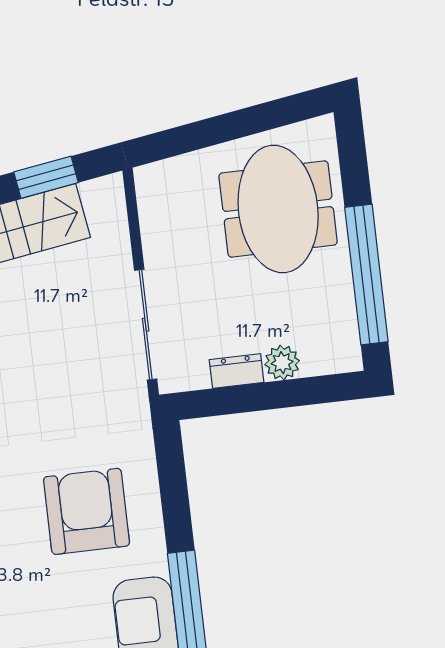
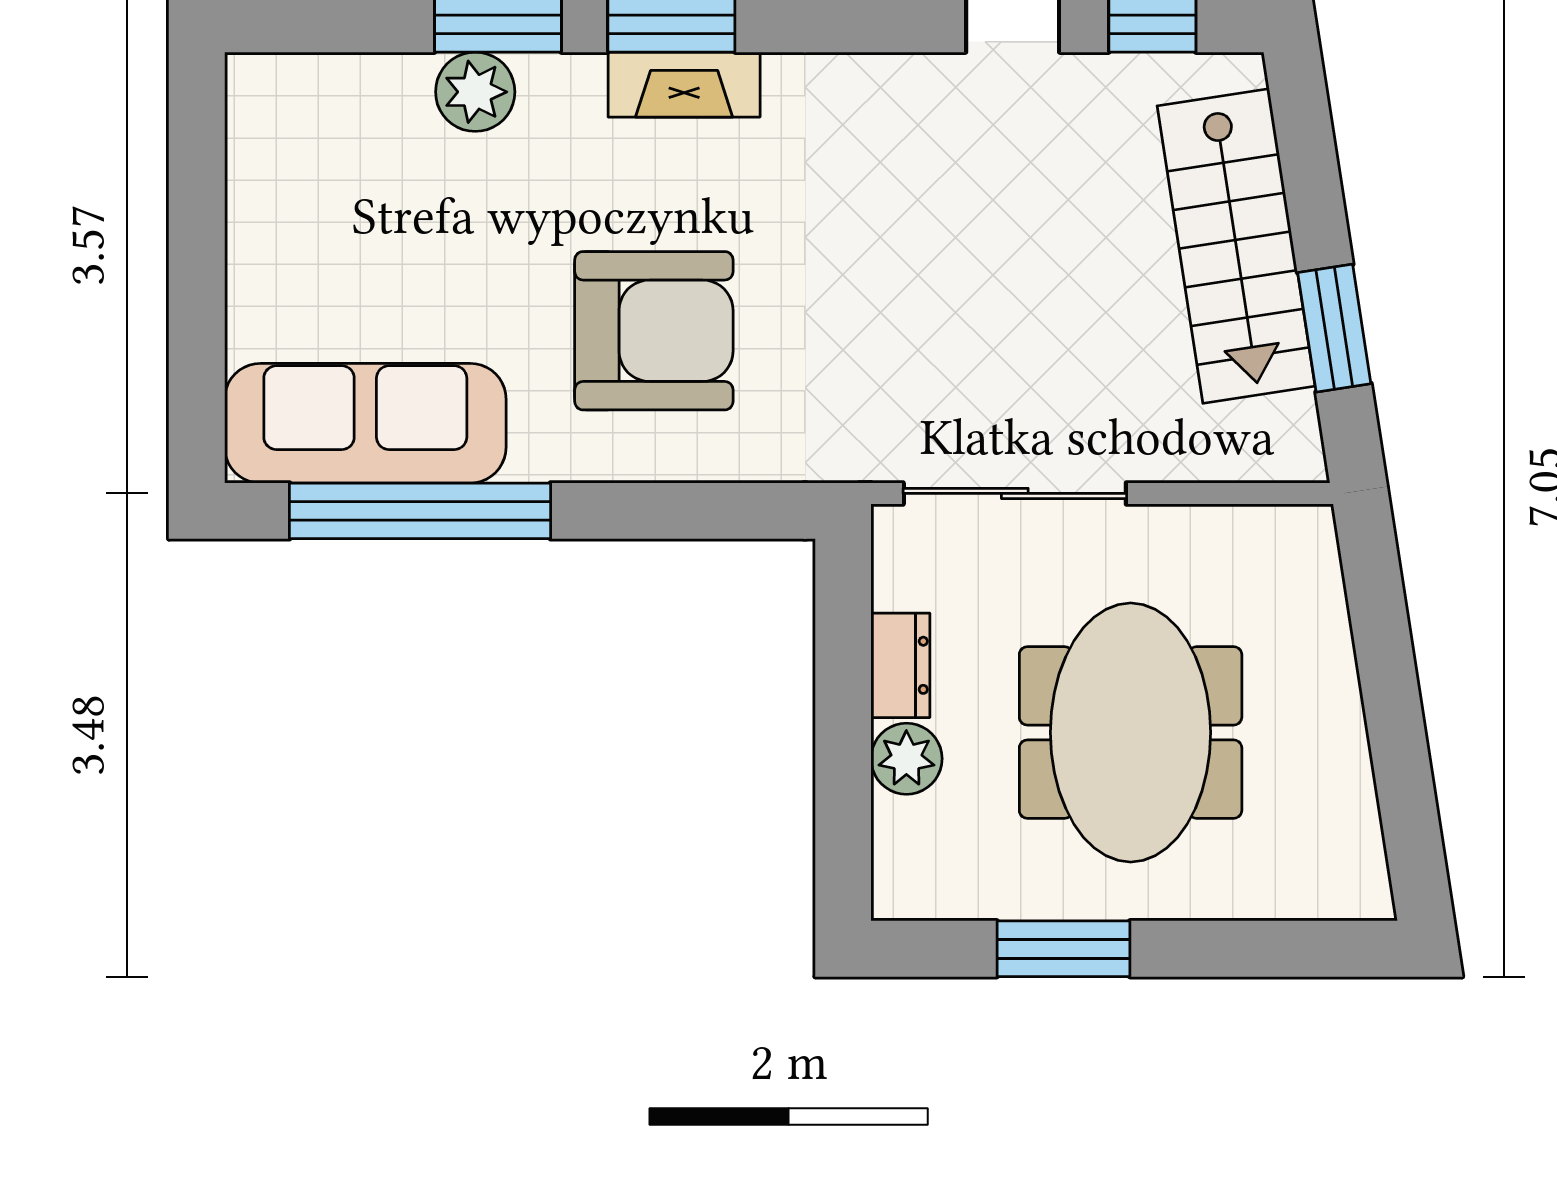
meeting table: (278, 209) -> (1131, 732), moved, turned 90
window: (366, 275) -> (1063, 949), width x0.47

